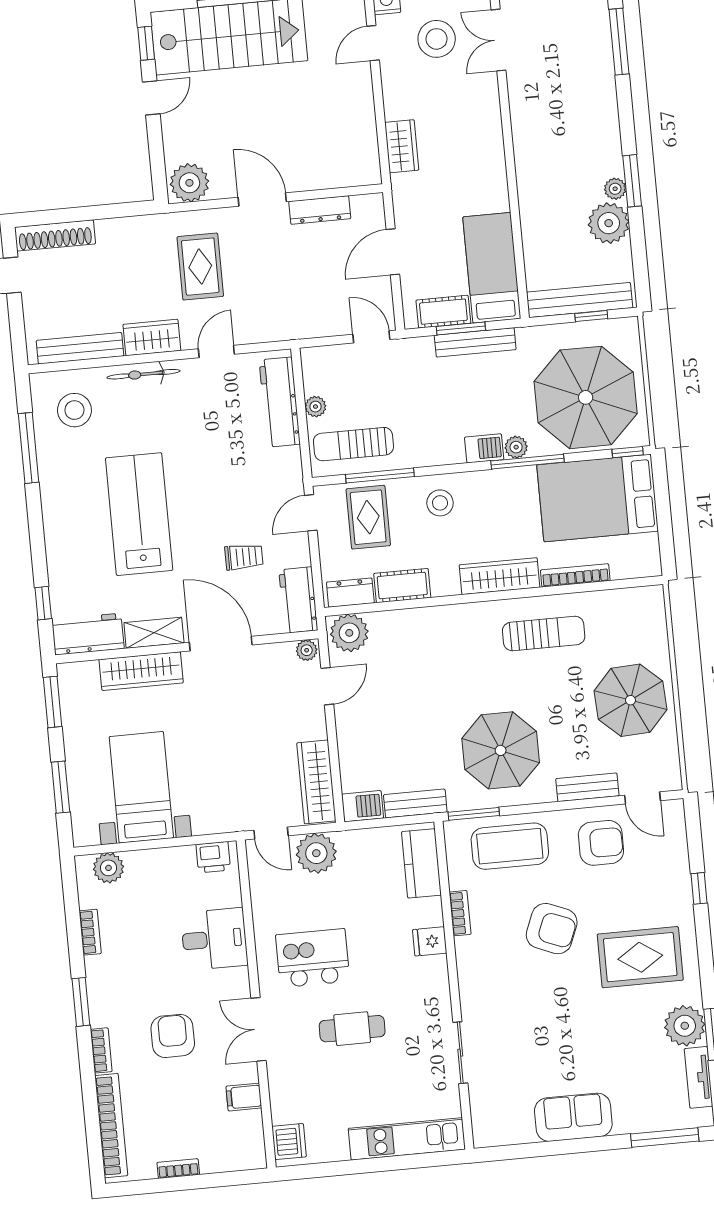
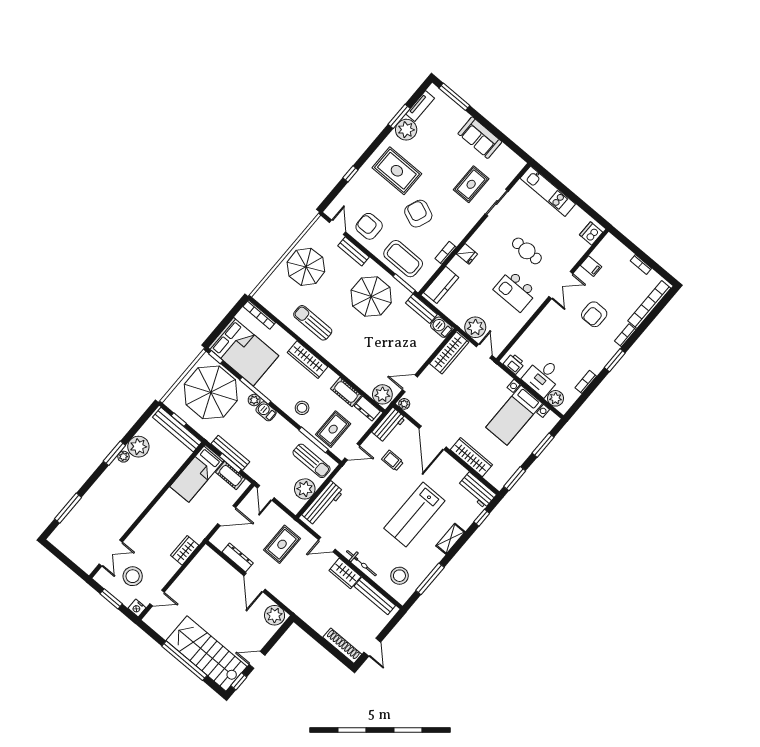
rug: (200, 267) -> (282, 544), moved
plant: (315, 407) -> (305, 489), width x1.87, depth x1.87
bookcase: (575, 575) -> (259, 315), moved
shelving: (154, 633) -> (450, 539), moved, turned 90
desk: (214, 939) -> (543, 377), moved, turned -90
rug: (520, 1042) -> (471, 184), added

